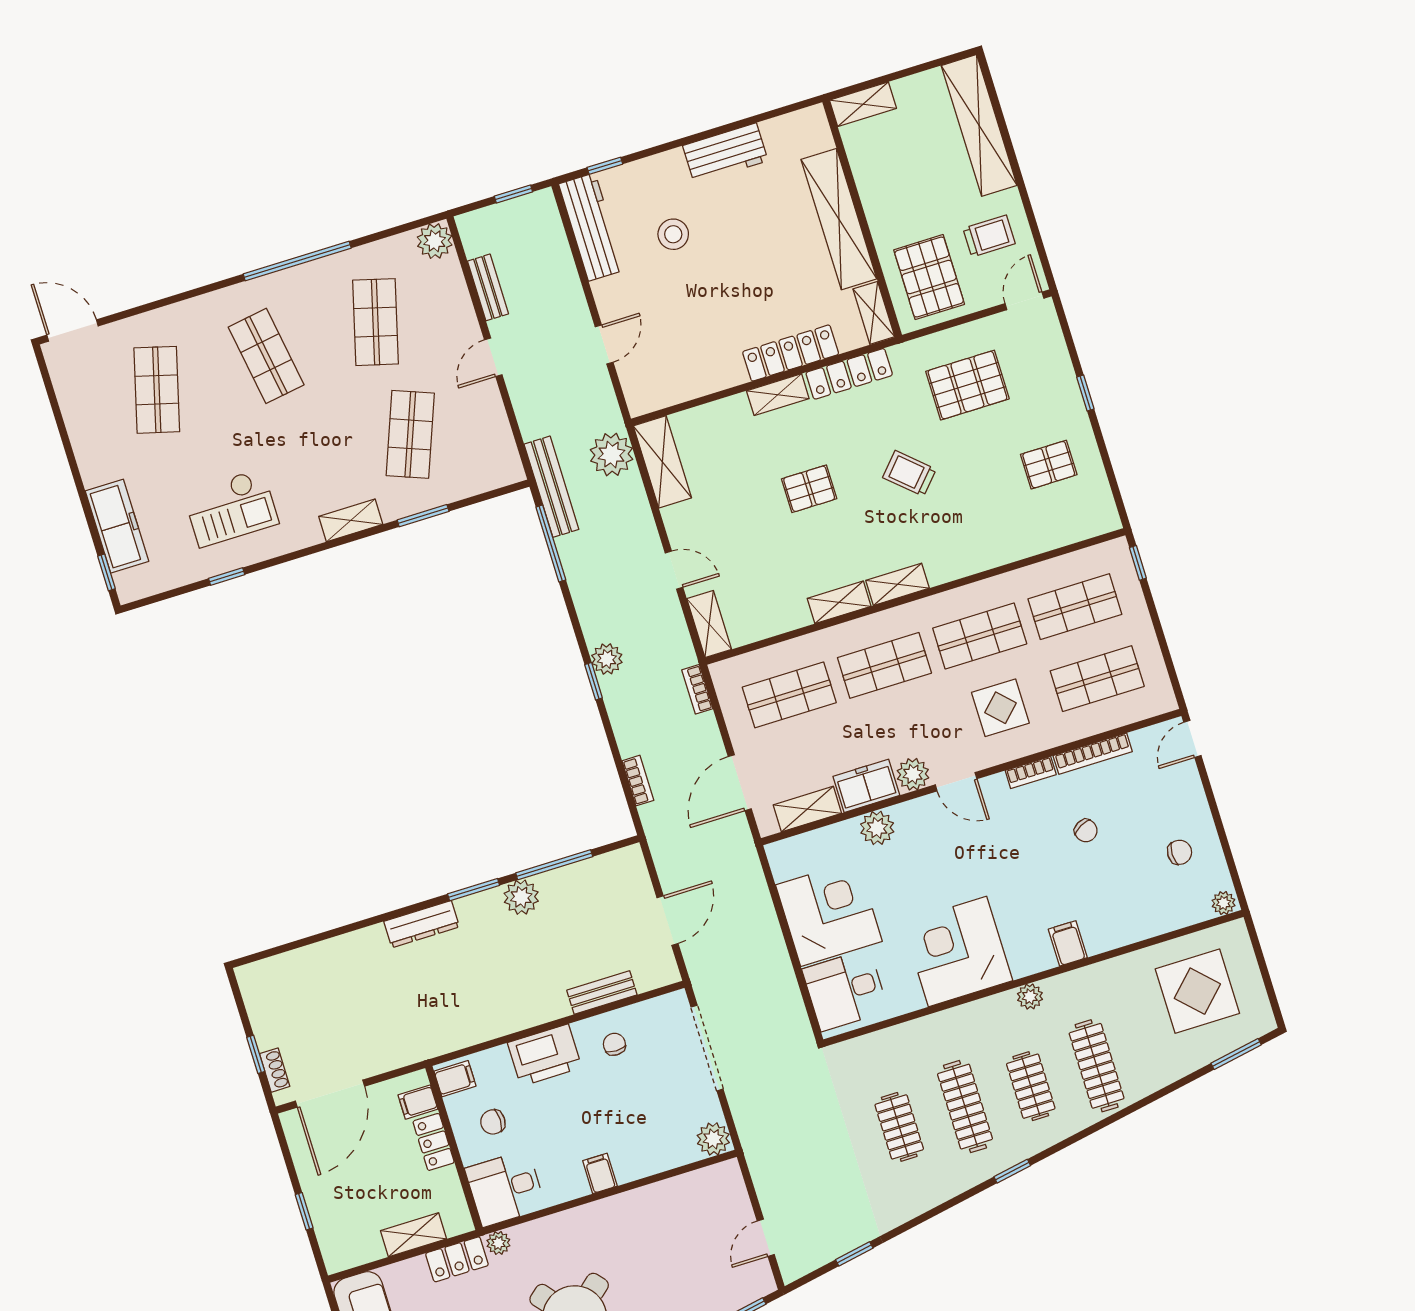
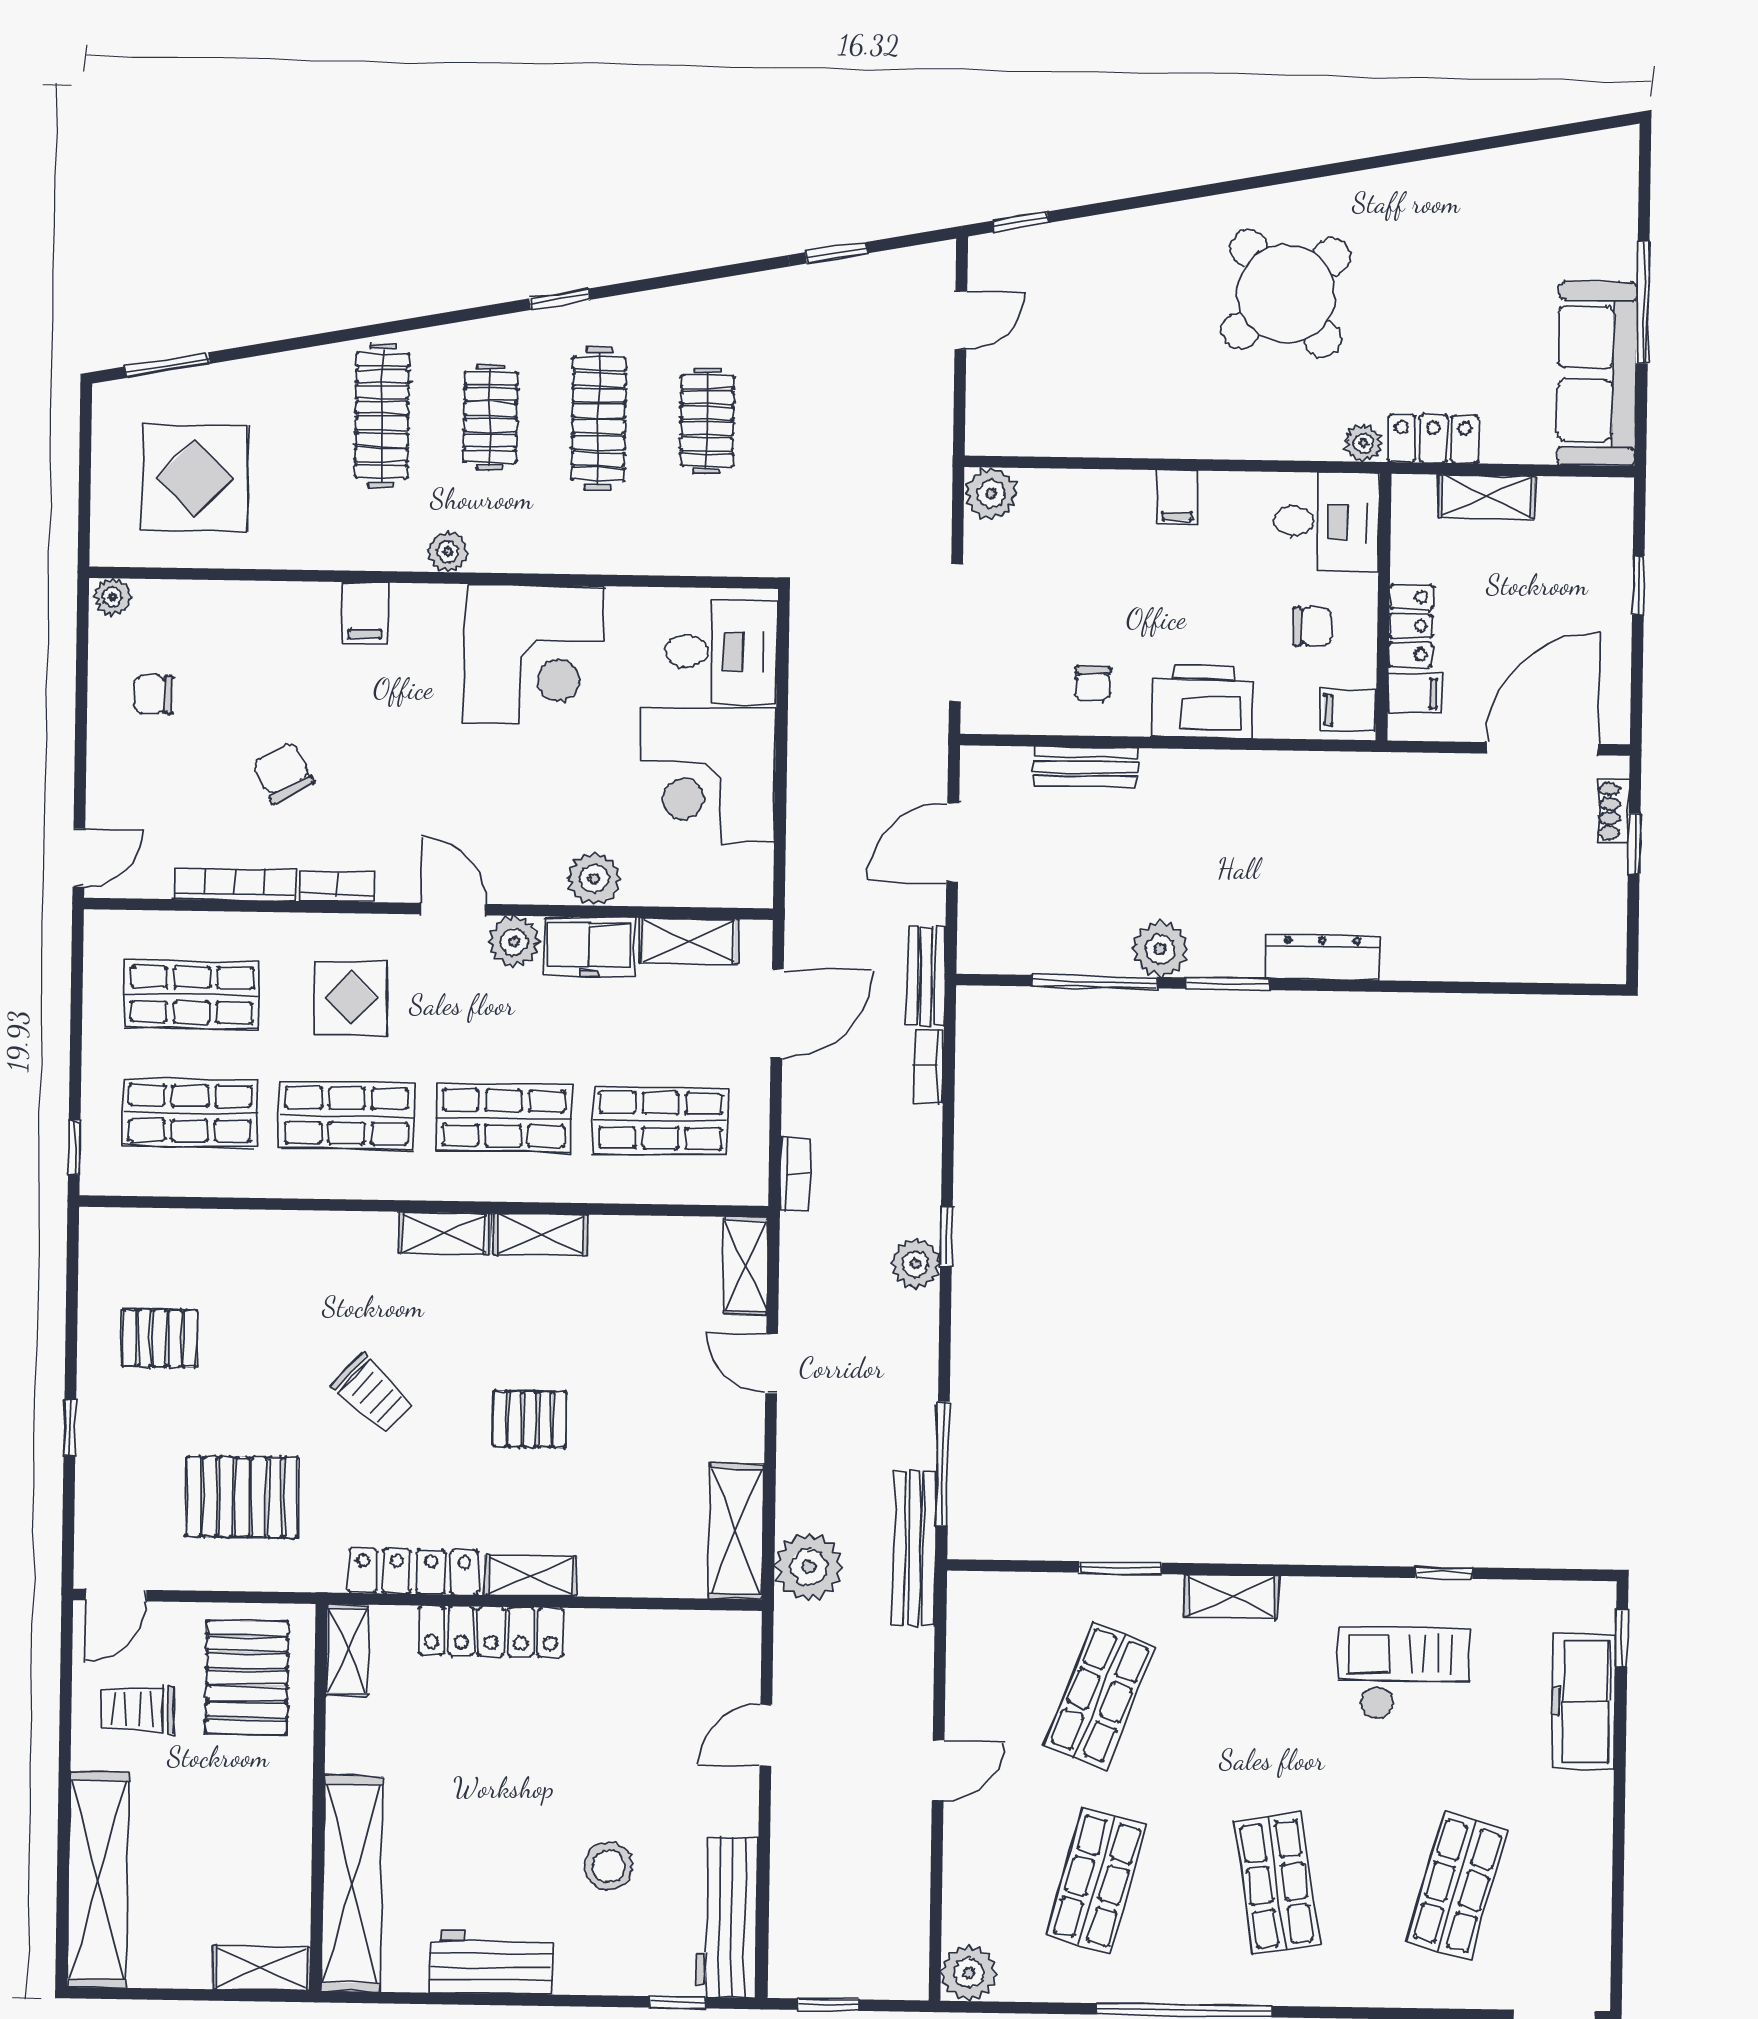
shelving: (839, 219) -> (352, 1884), moved
bench: (488, 287) -> (926, 976), moved
chair: (1086, 831) -> (283, 773), width x1.37, depth x1.37

